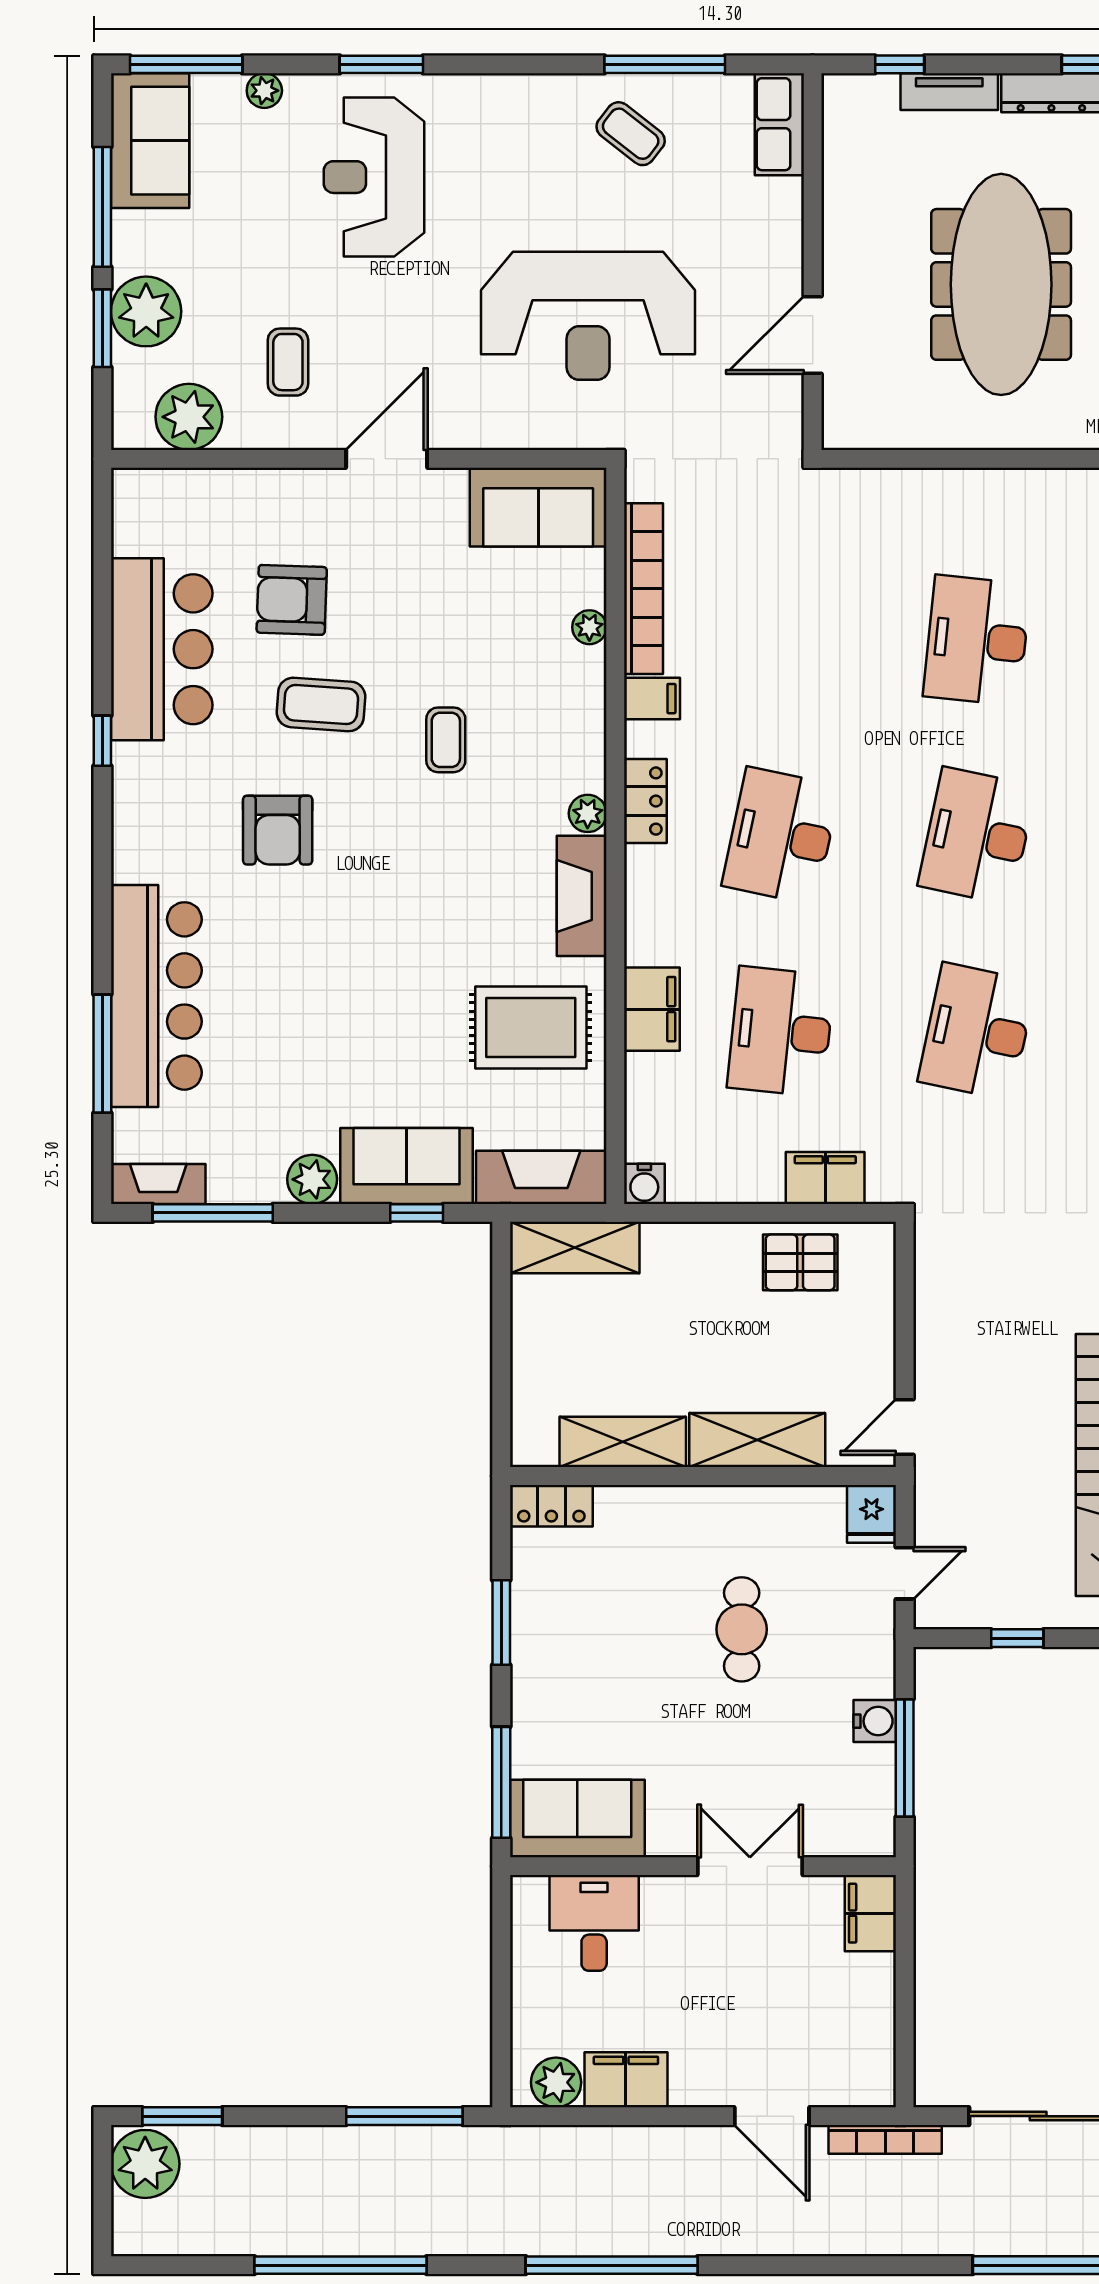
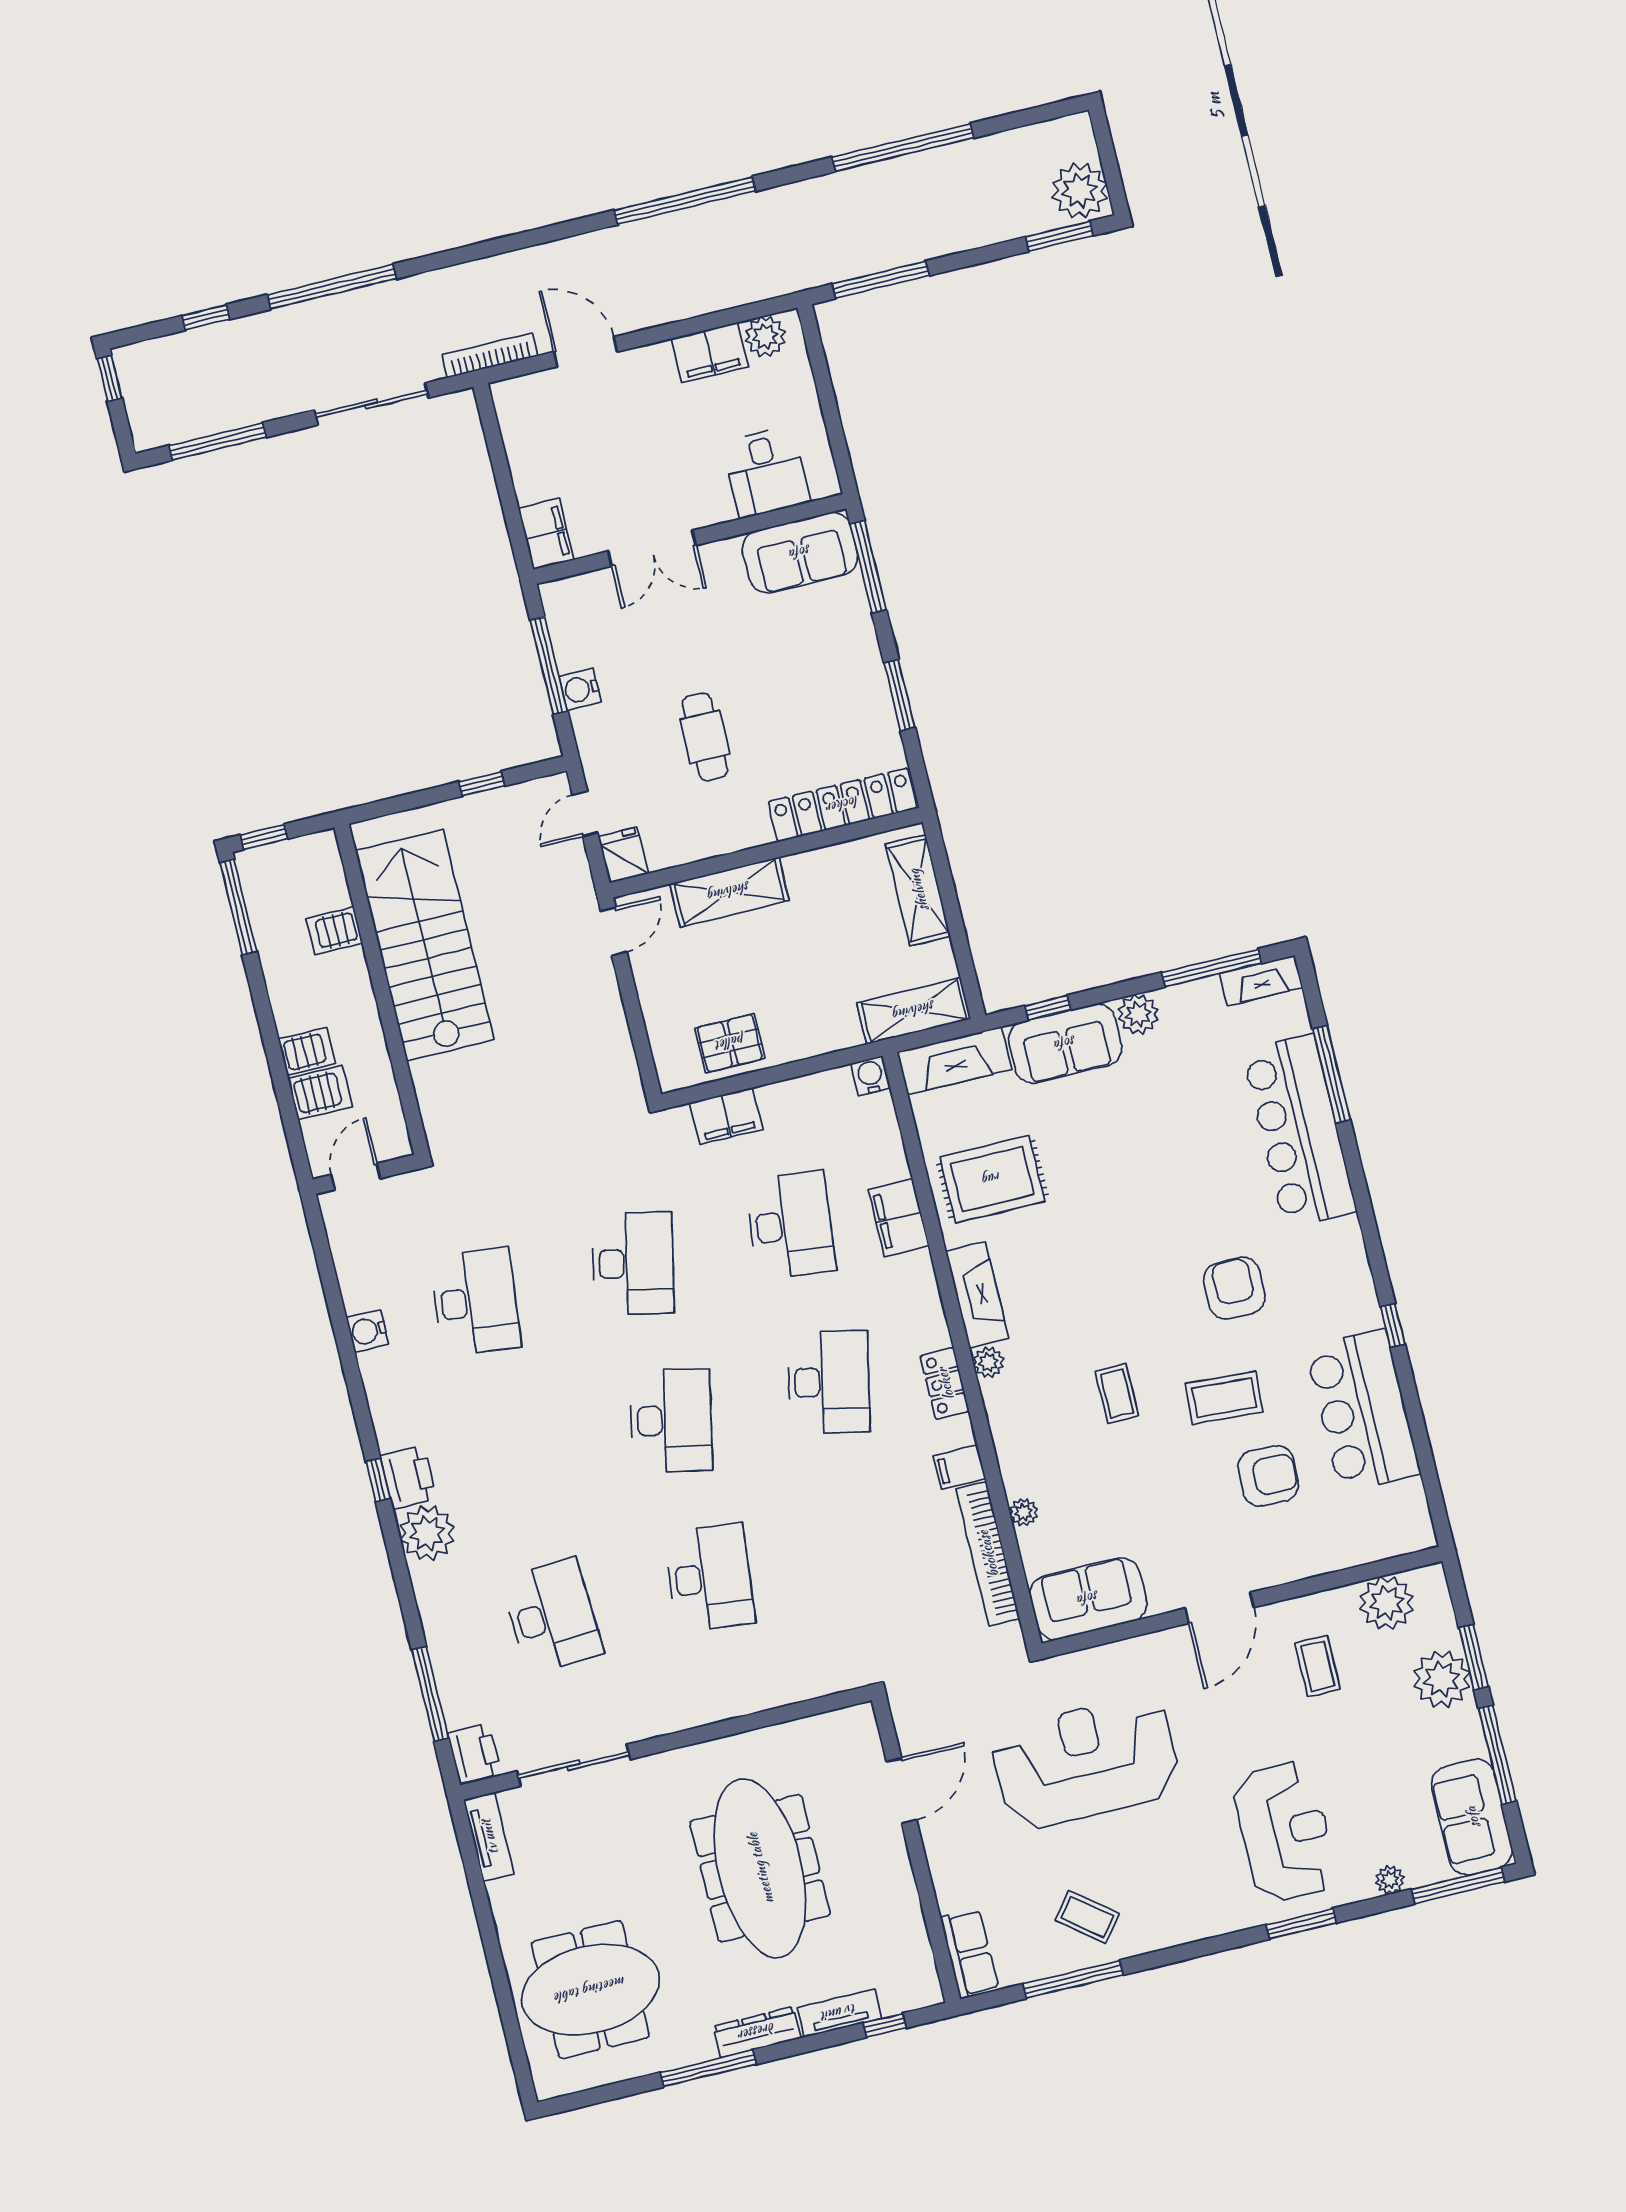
shelving: (623, 1442) -> (918, 890), moved, turned 90
locker: (551, 1506) -> (843, 805), width x2.16, depth x1.21

